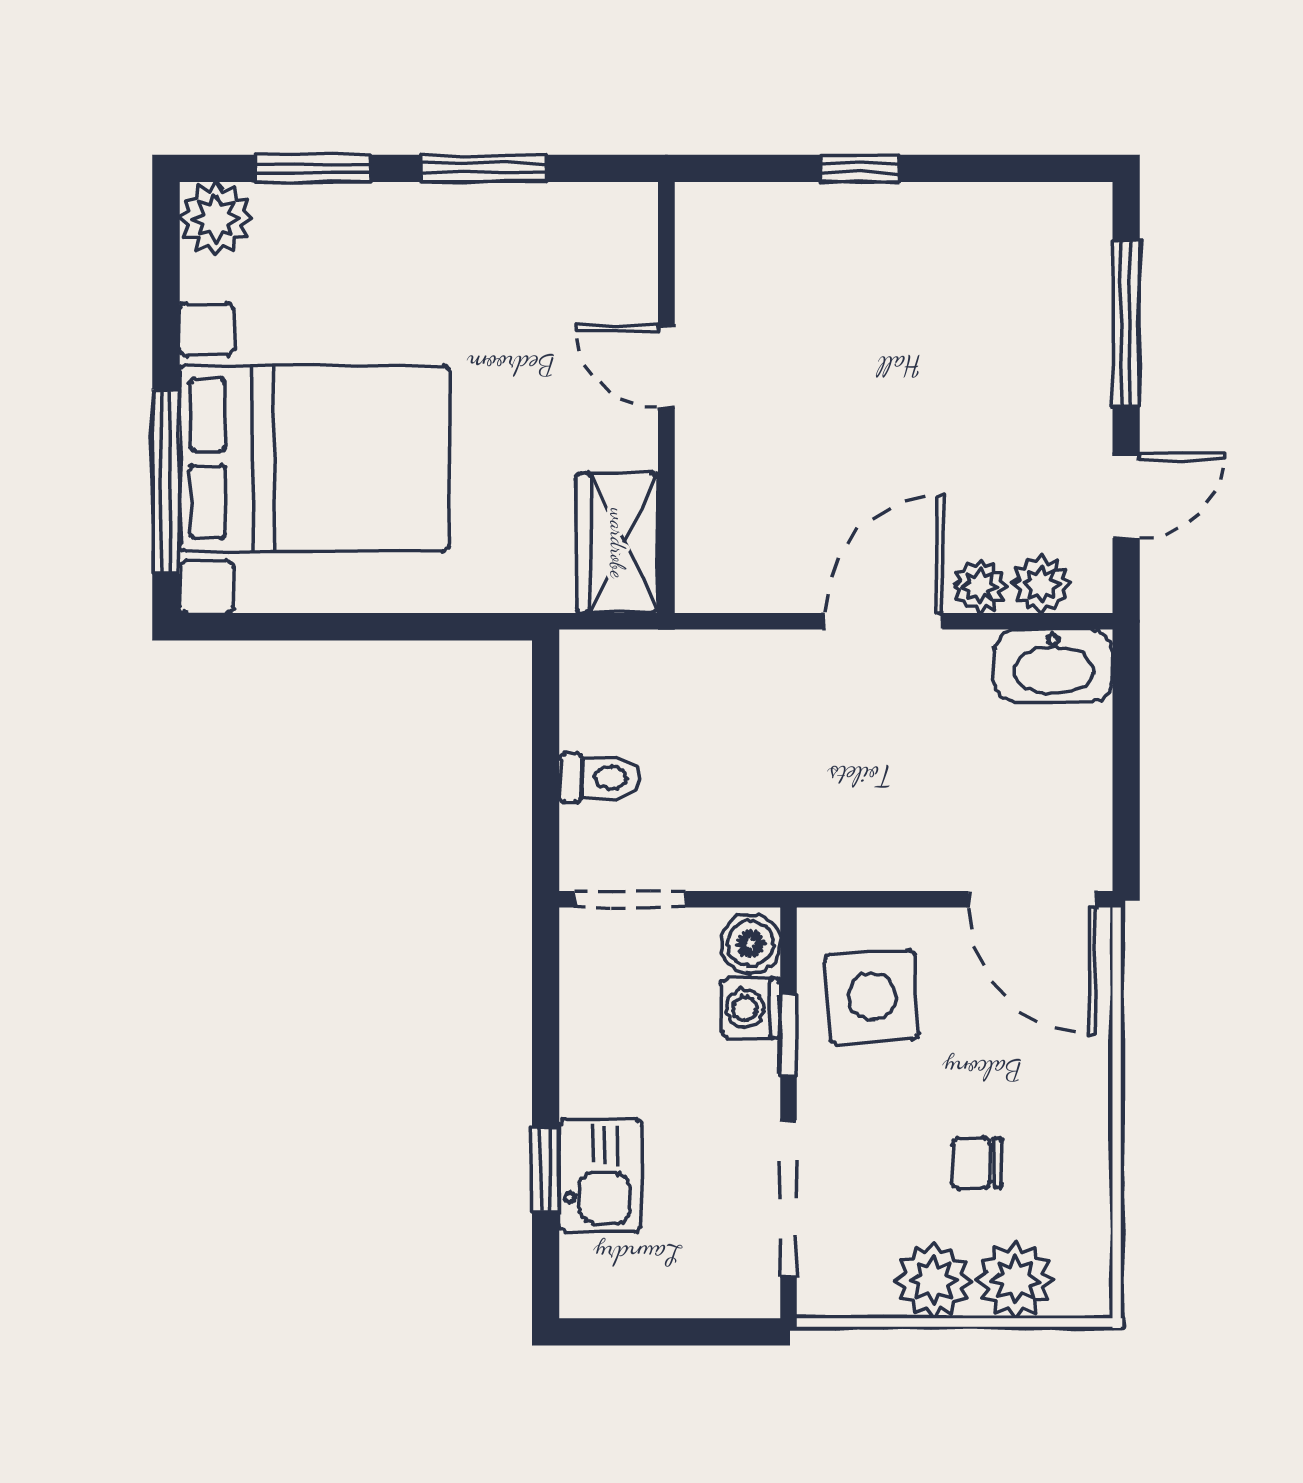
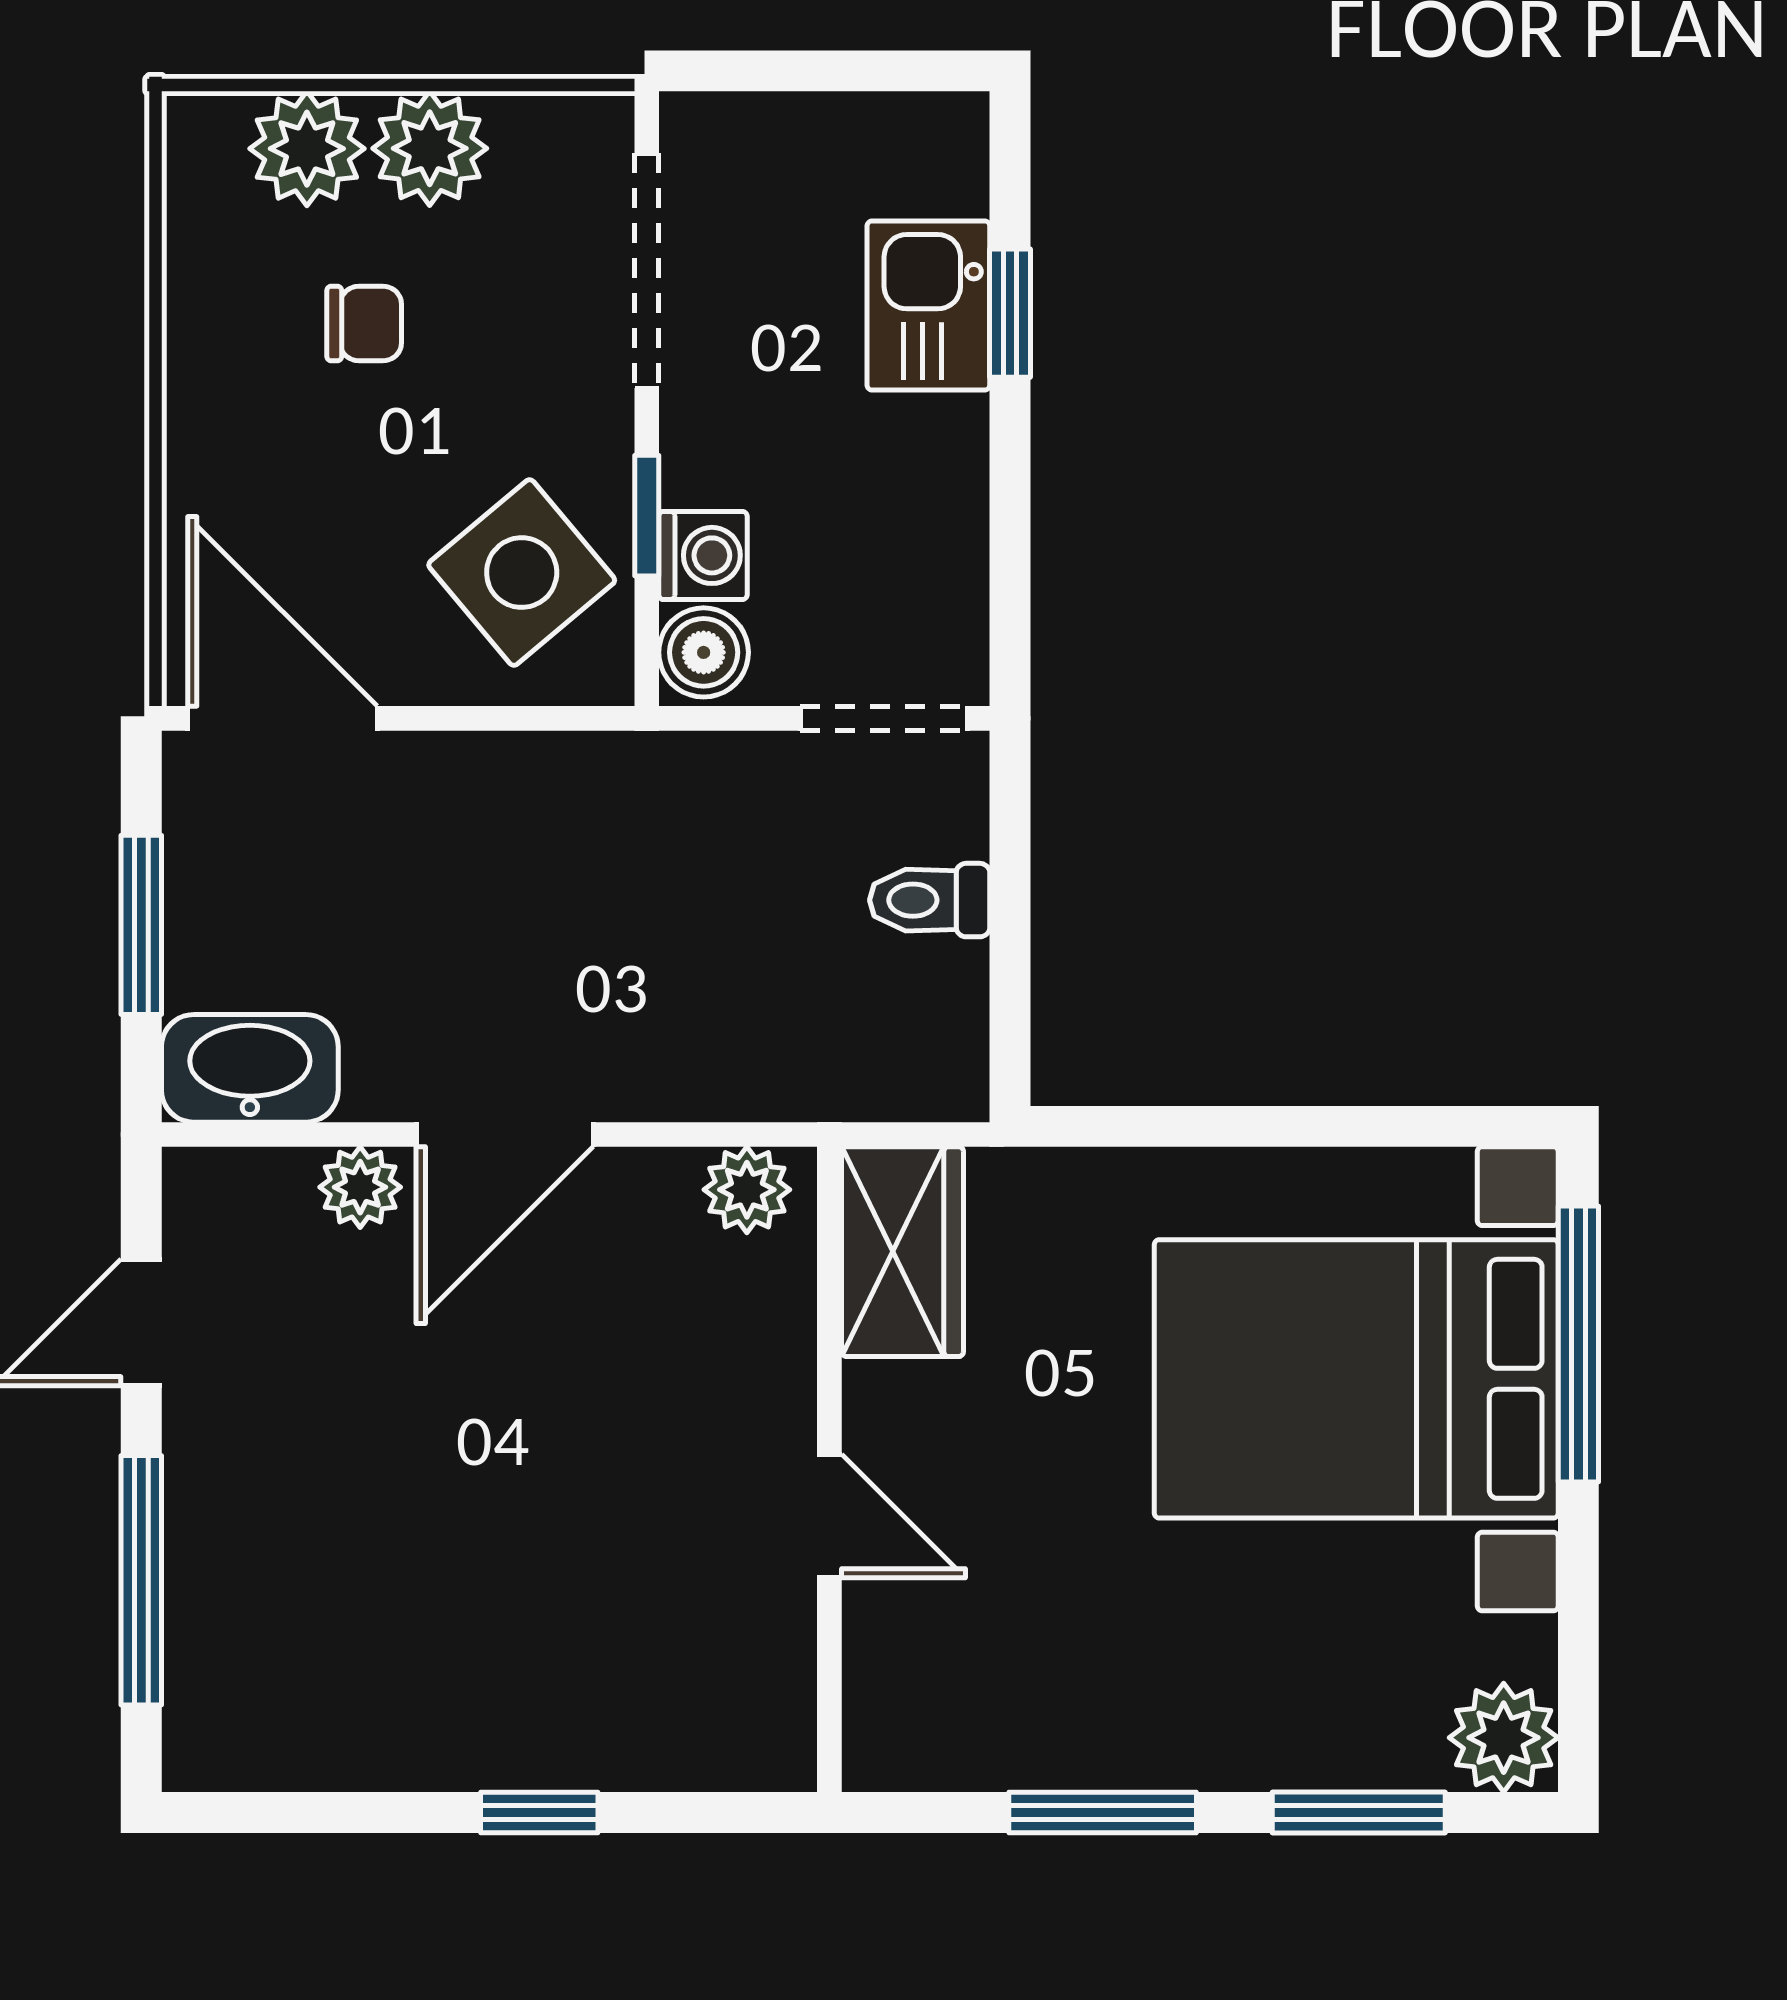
plant: (1041, 584) -> (747, 1190), moved
window: (1126, 761) -> (141, 925), added
side table: (872, 997) -> (522, 573), turned -36

